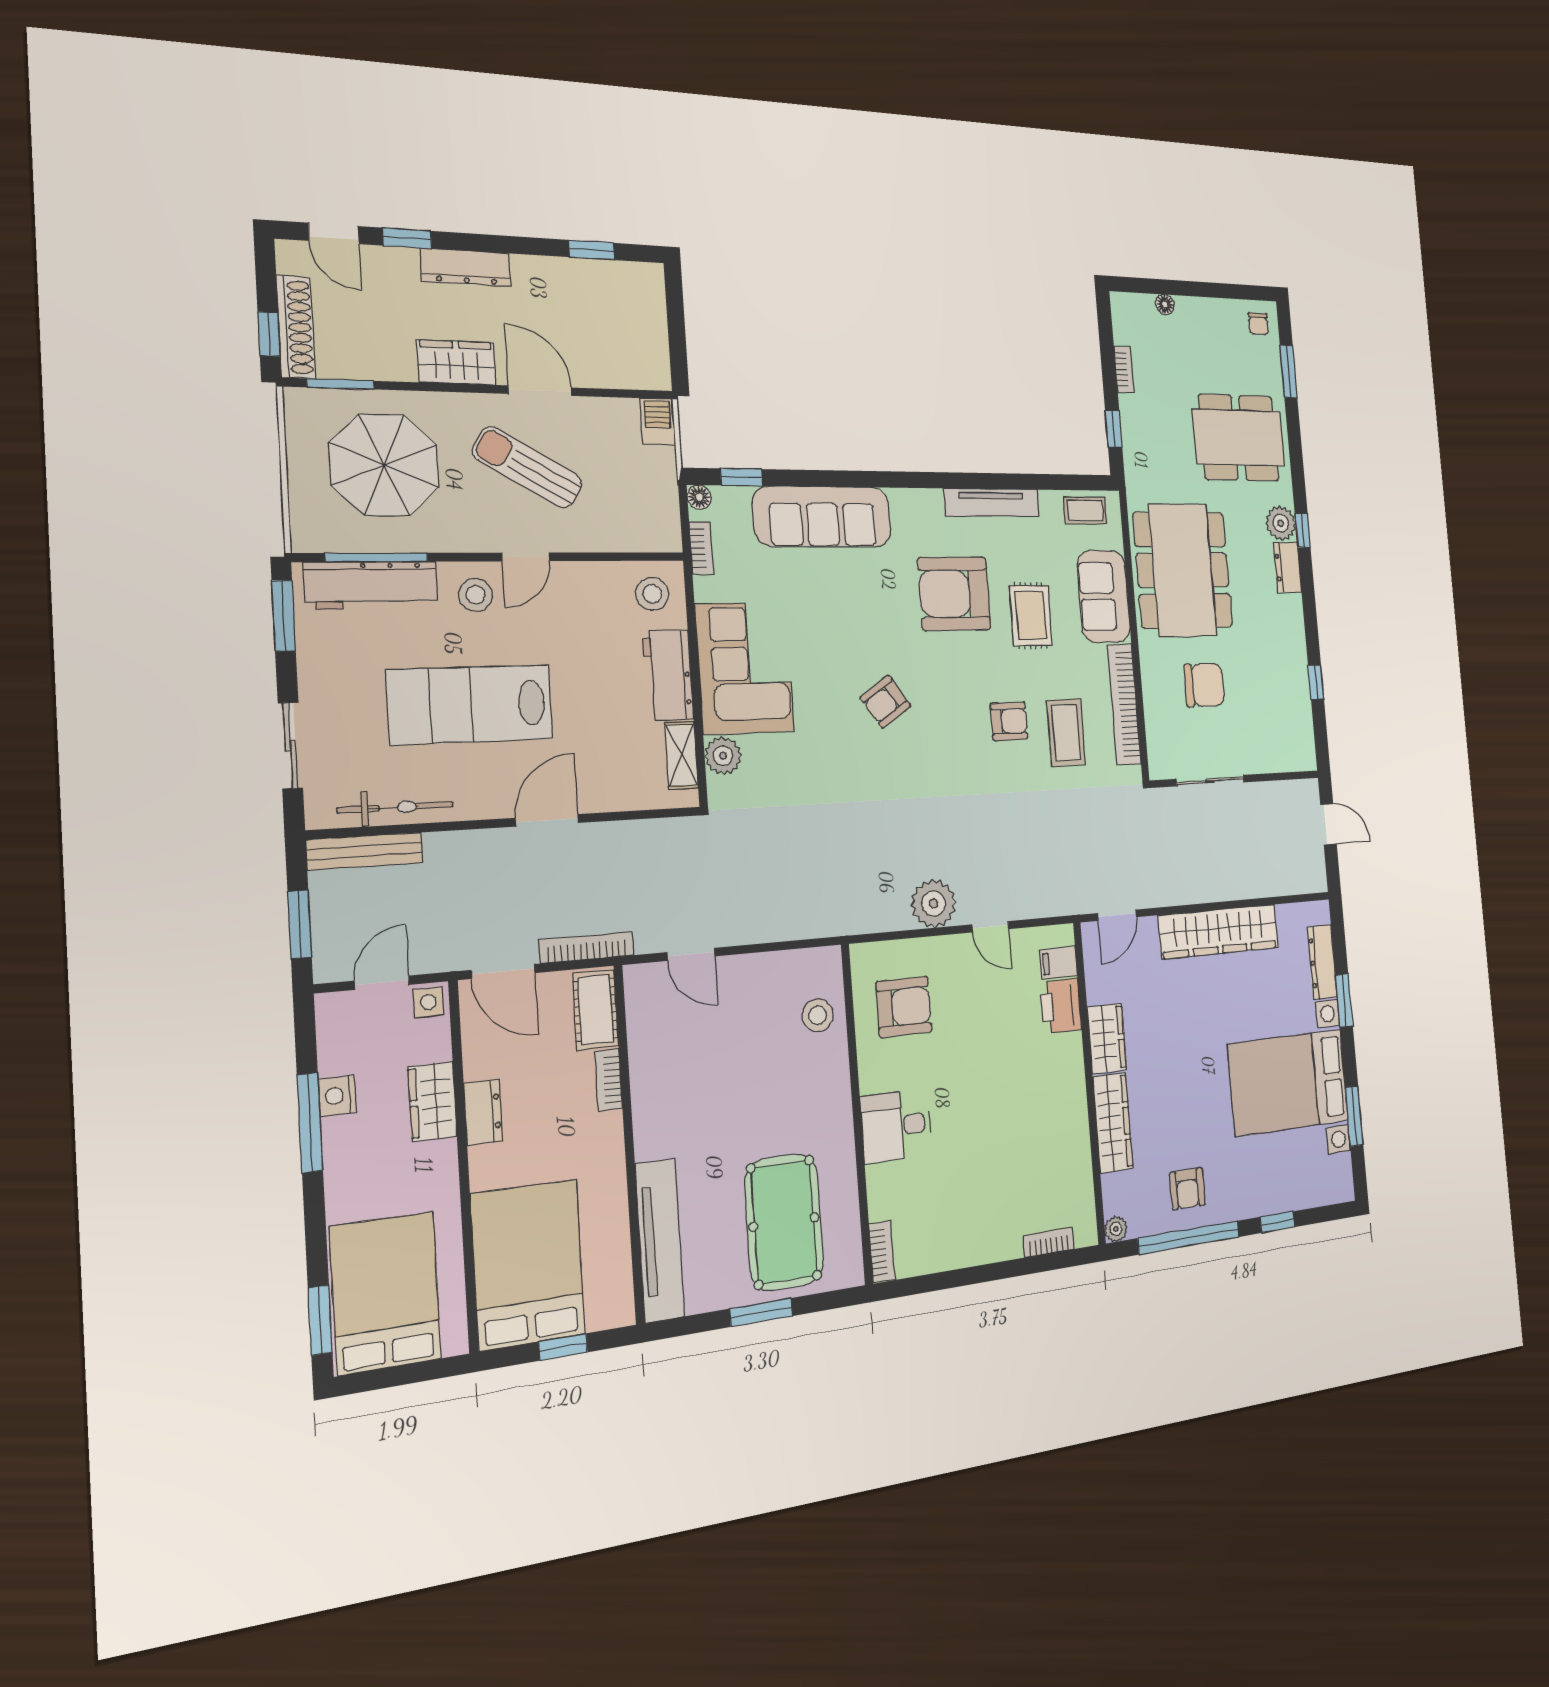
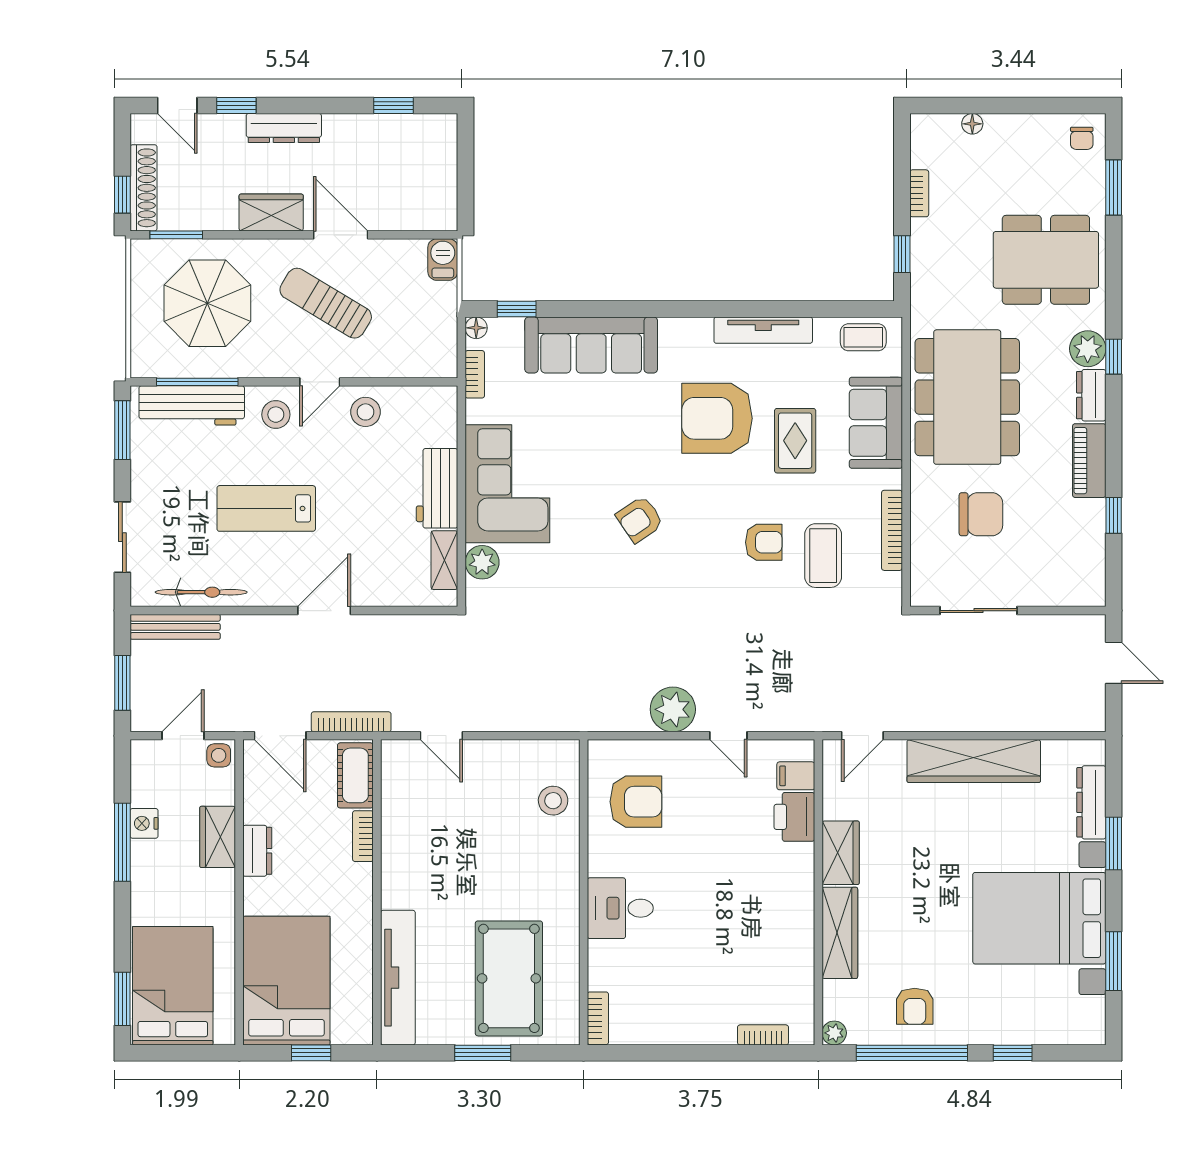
stool: (652, 594) -> (366, 412), moved
piano: (1291, 630) -> (1089, 461), added
bookcase: (1124, 704) -> (892, 530), width x0.68, depth x0.76
lab bench: (470, 705) -> (266, 508), width x0.73, depth x0.72

